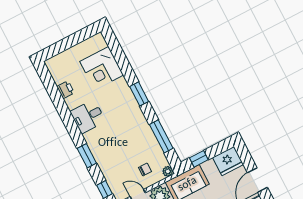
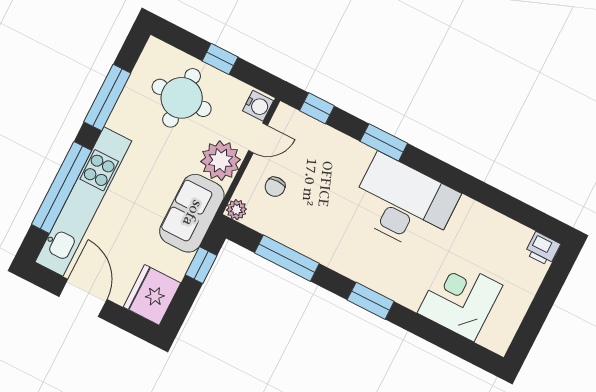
printer: (66, 90) -> (543, 249), moved
desk: (88, 116) -> (404, 204), width x1.87, depth x1.30

